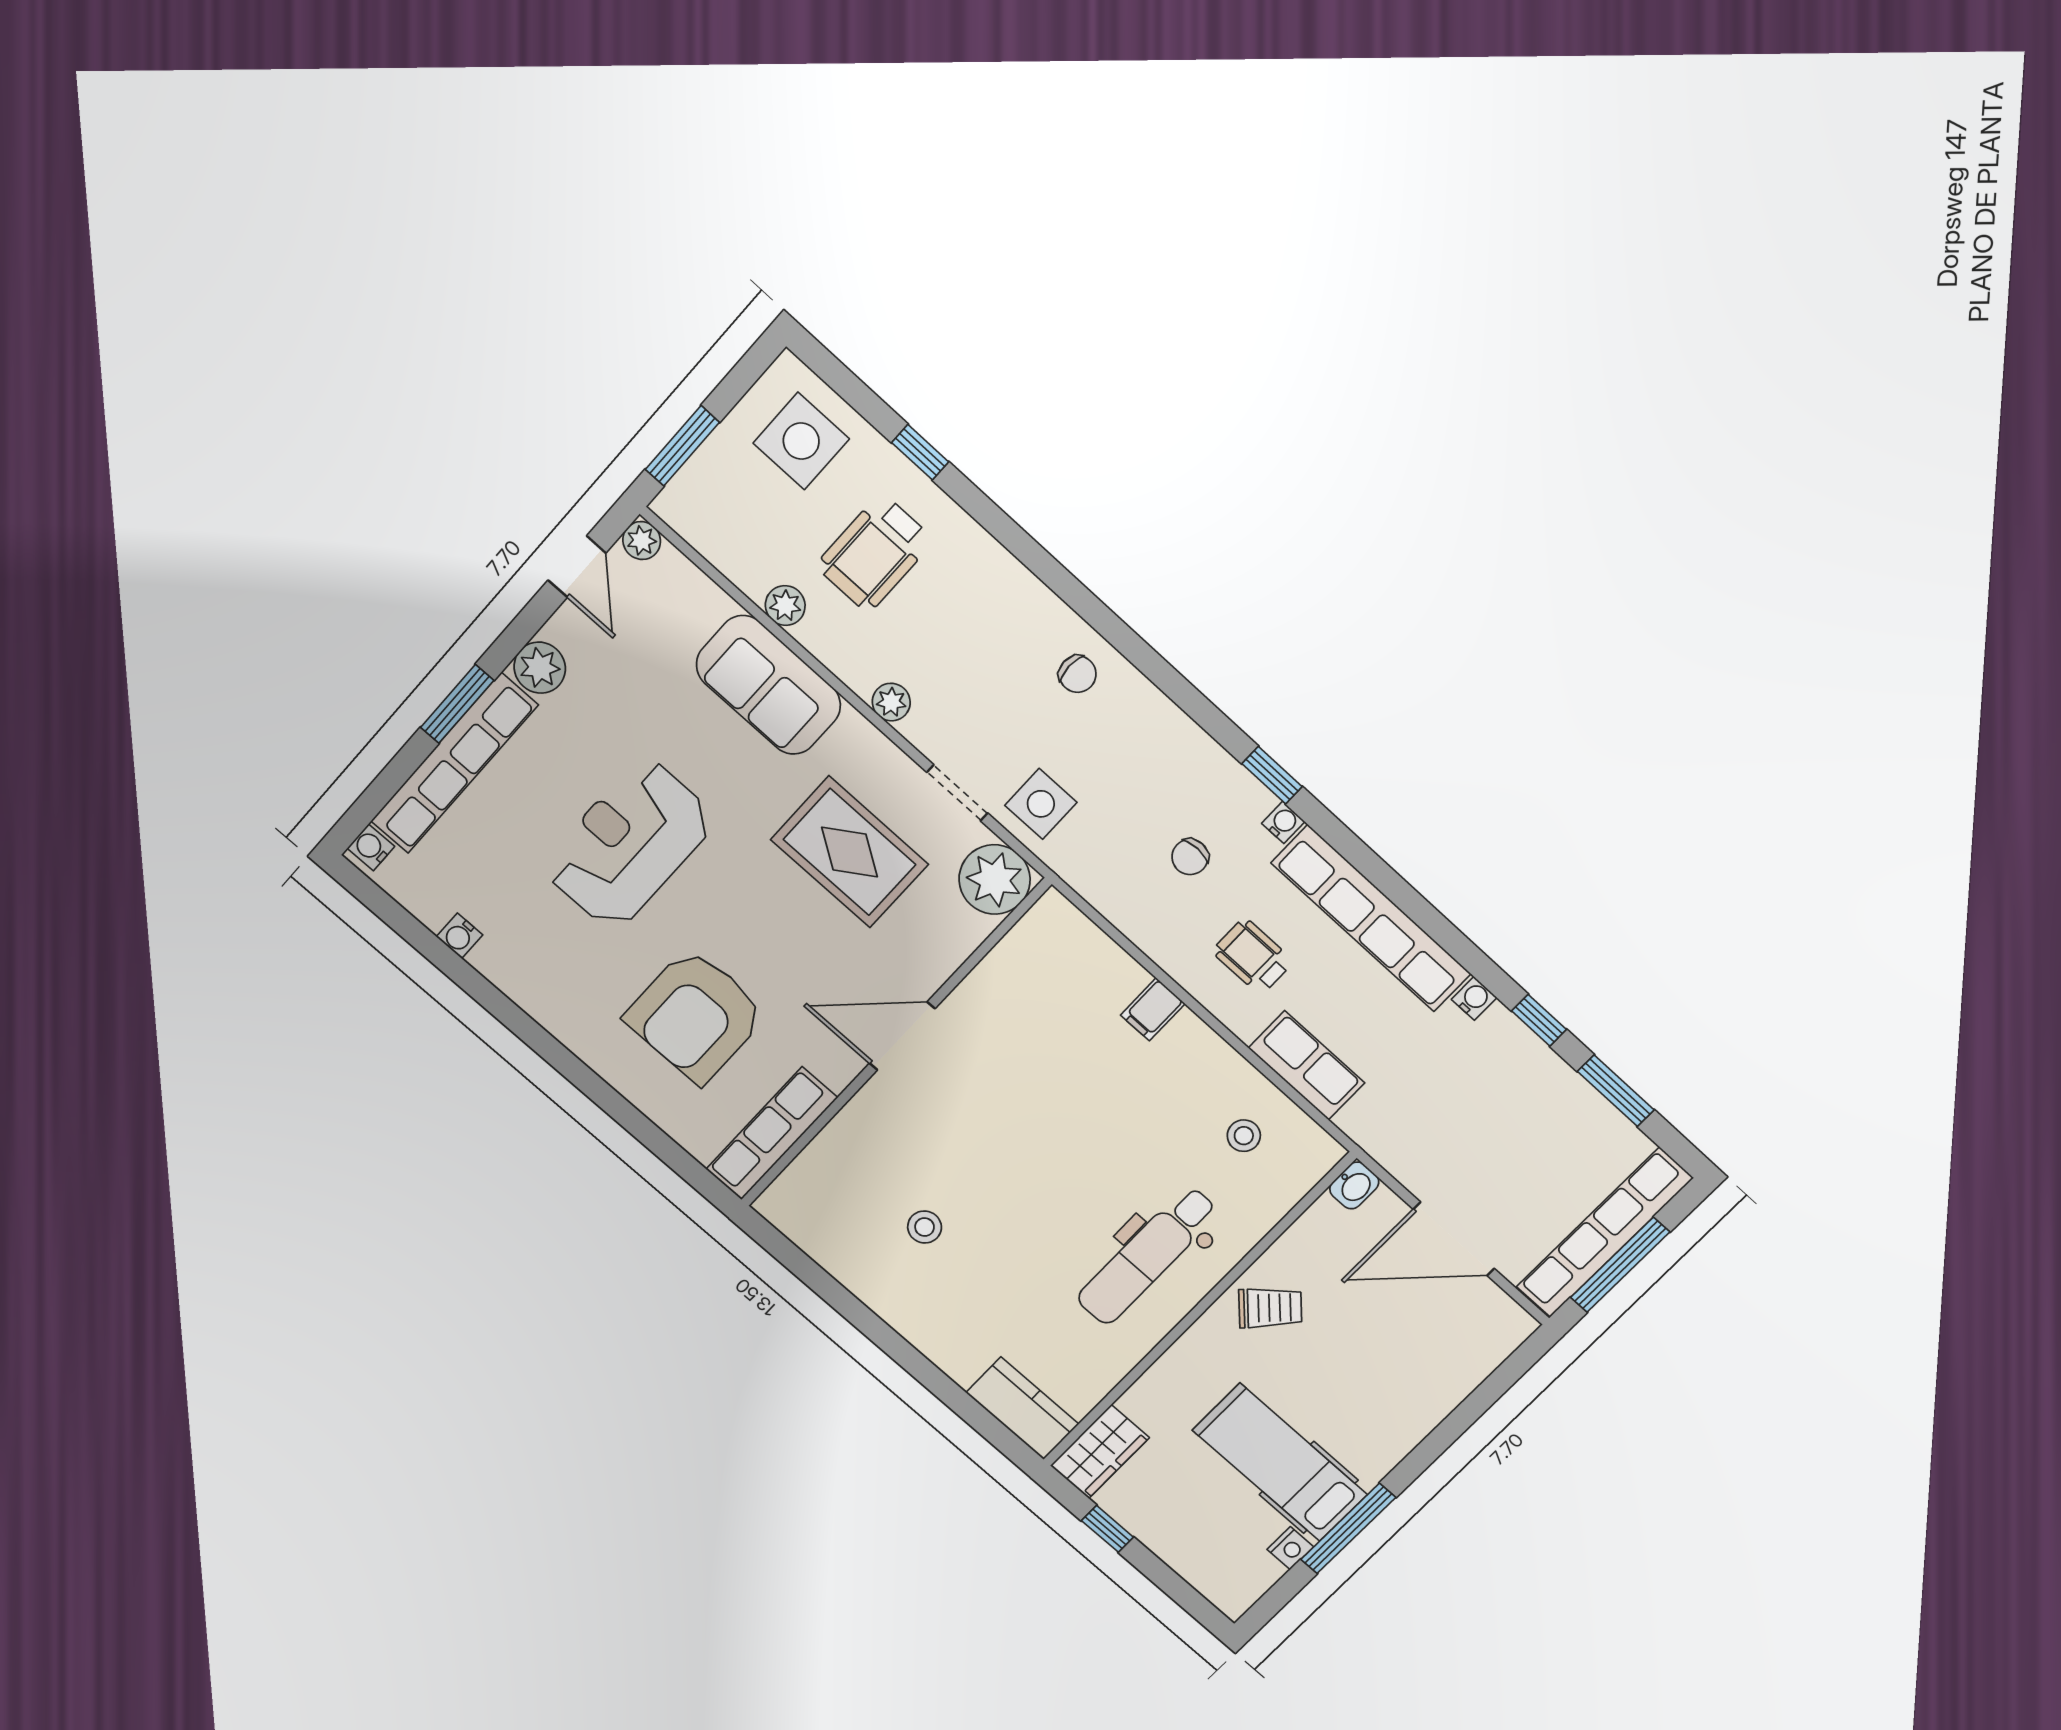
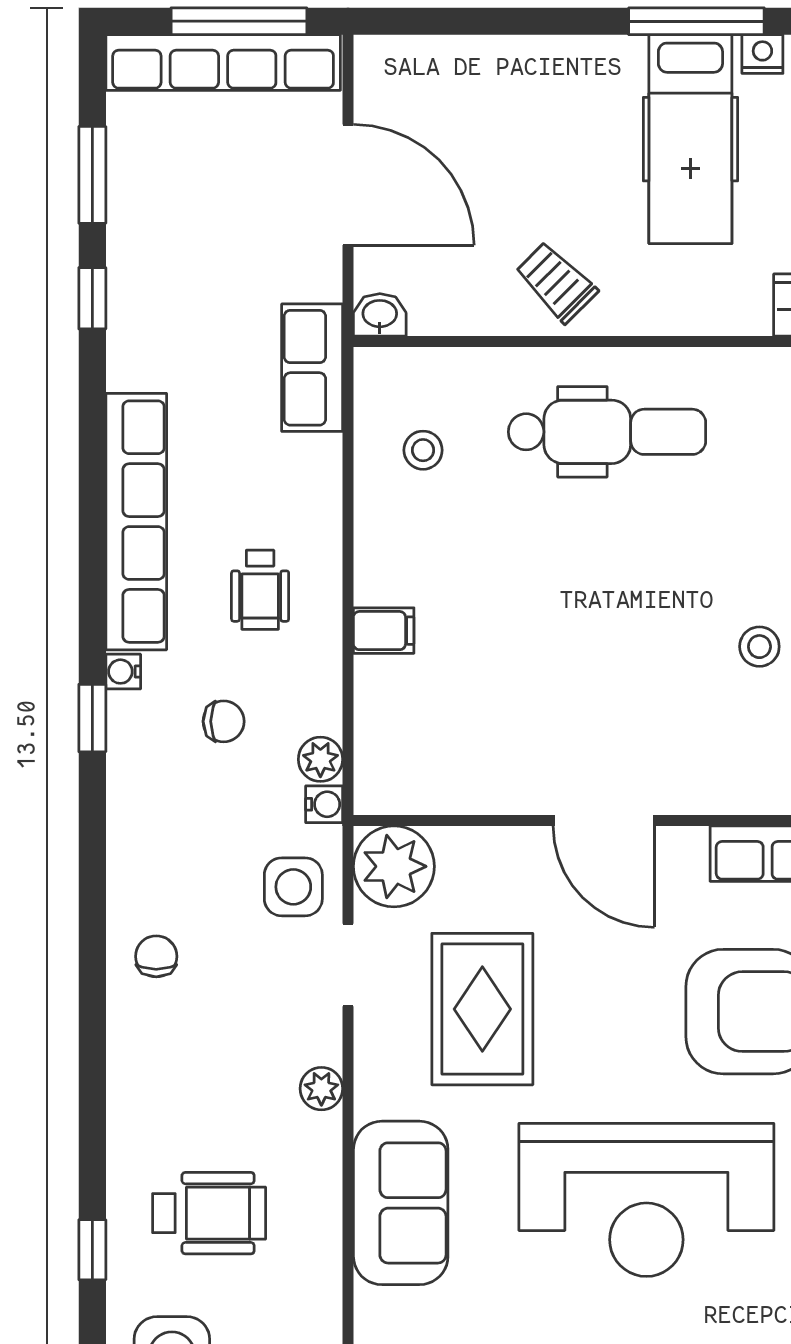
plant: (785, 606) -> (320, 759), moved
reception desk: (629, 844) -> (646, 1200), width x1.36, depth x1.30
water cooler: (1474, 998) -> (324, 804), moved, turned 180
row of seats: (1307, 1065) -> (312, 368), moved

